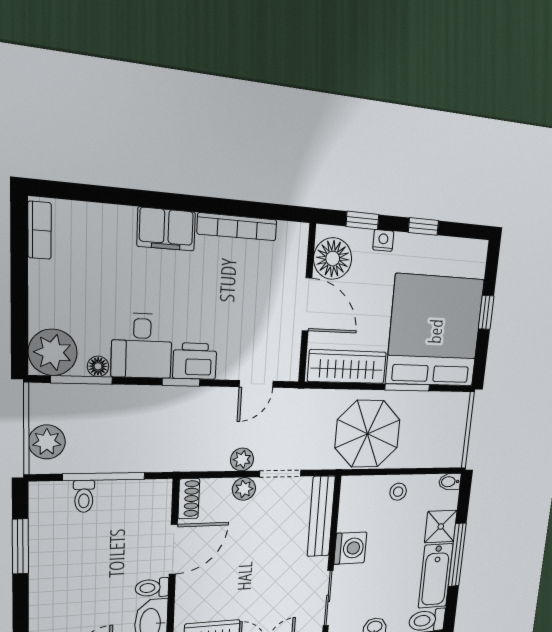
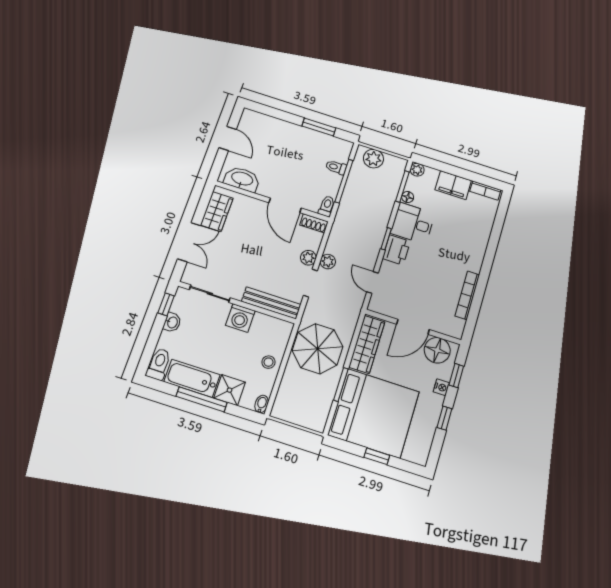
filing cabinet: (166, 229) -> (453, 185), moved, turned -90
plant: (53, 352) -> (417, 170), width x0.53, depth x0.53
toilet: (152, 588) -> (327, 206), moved

